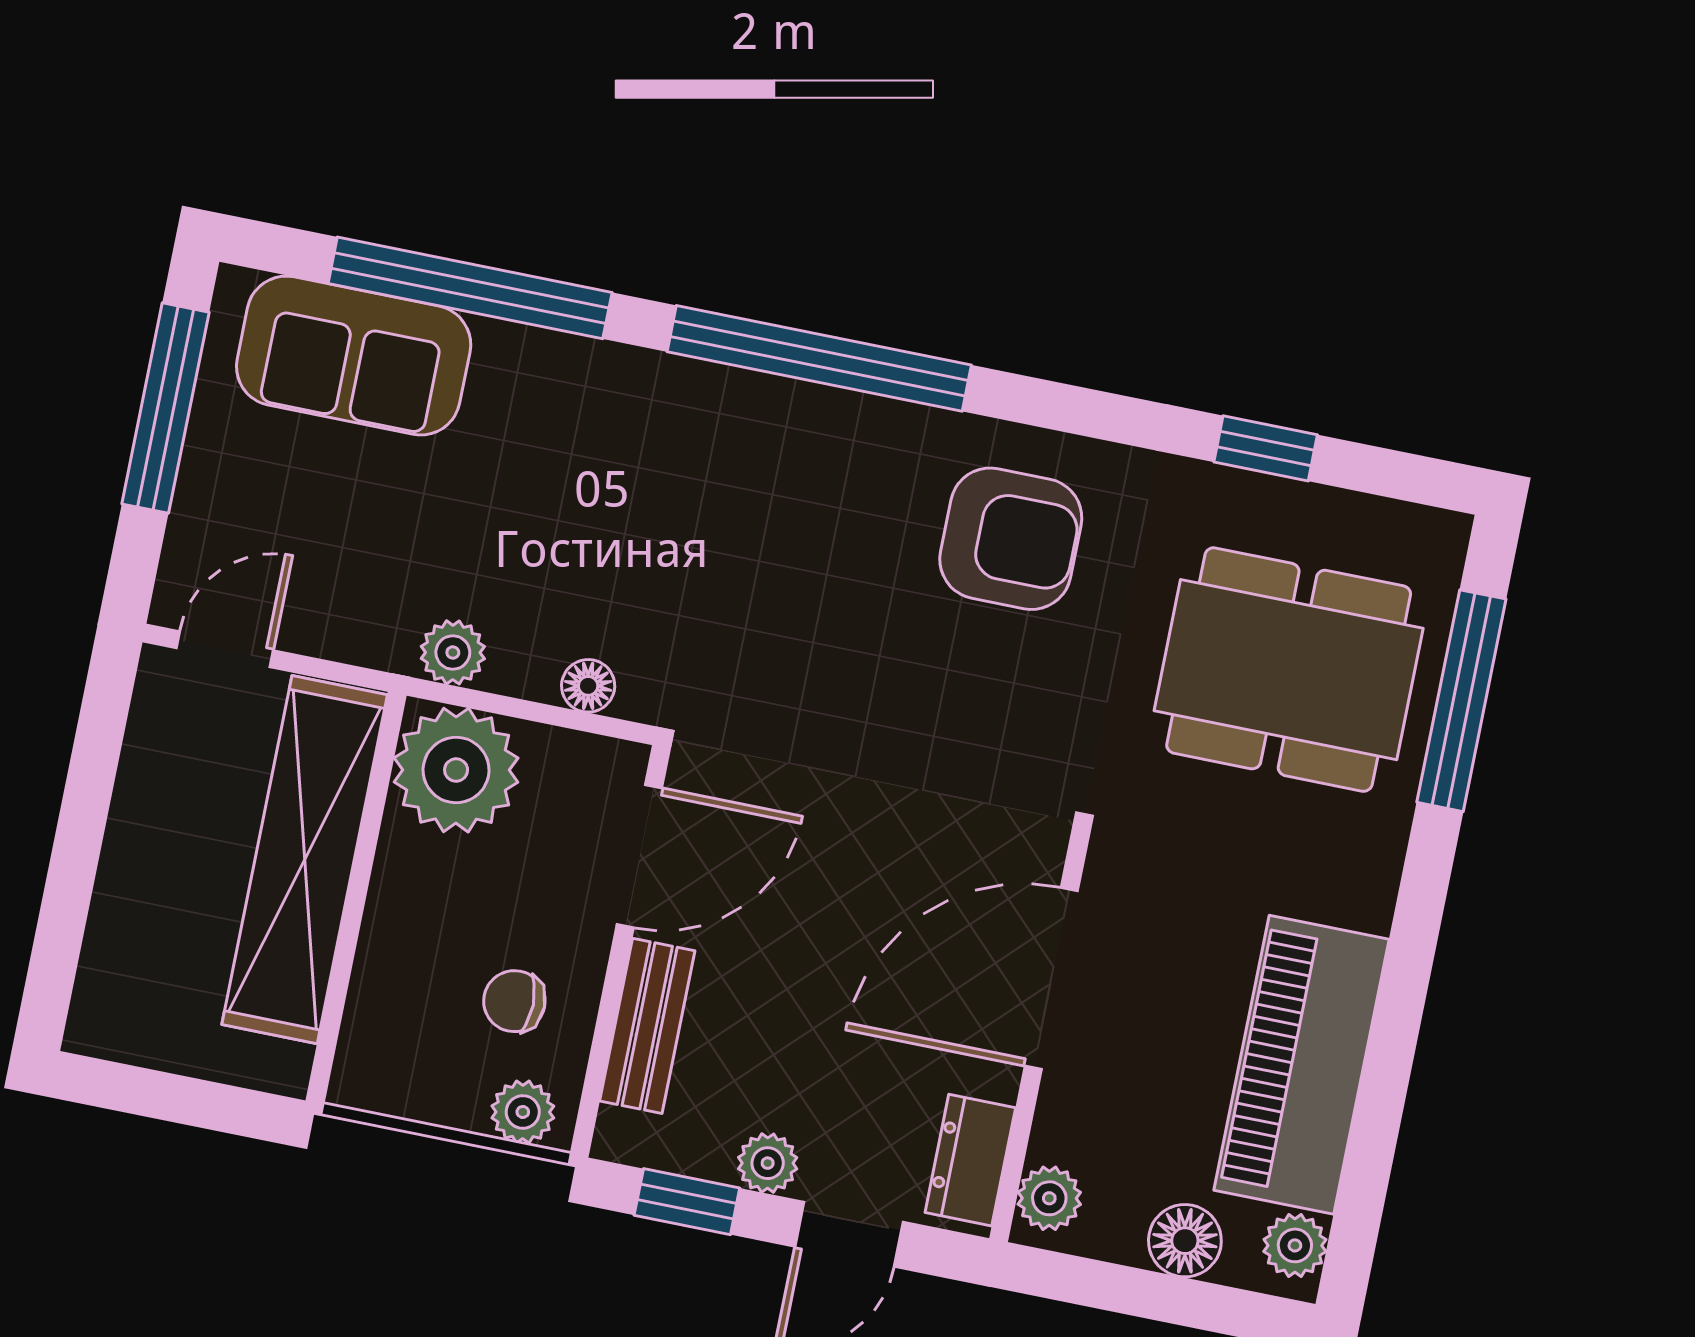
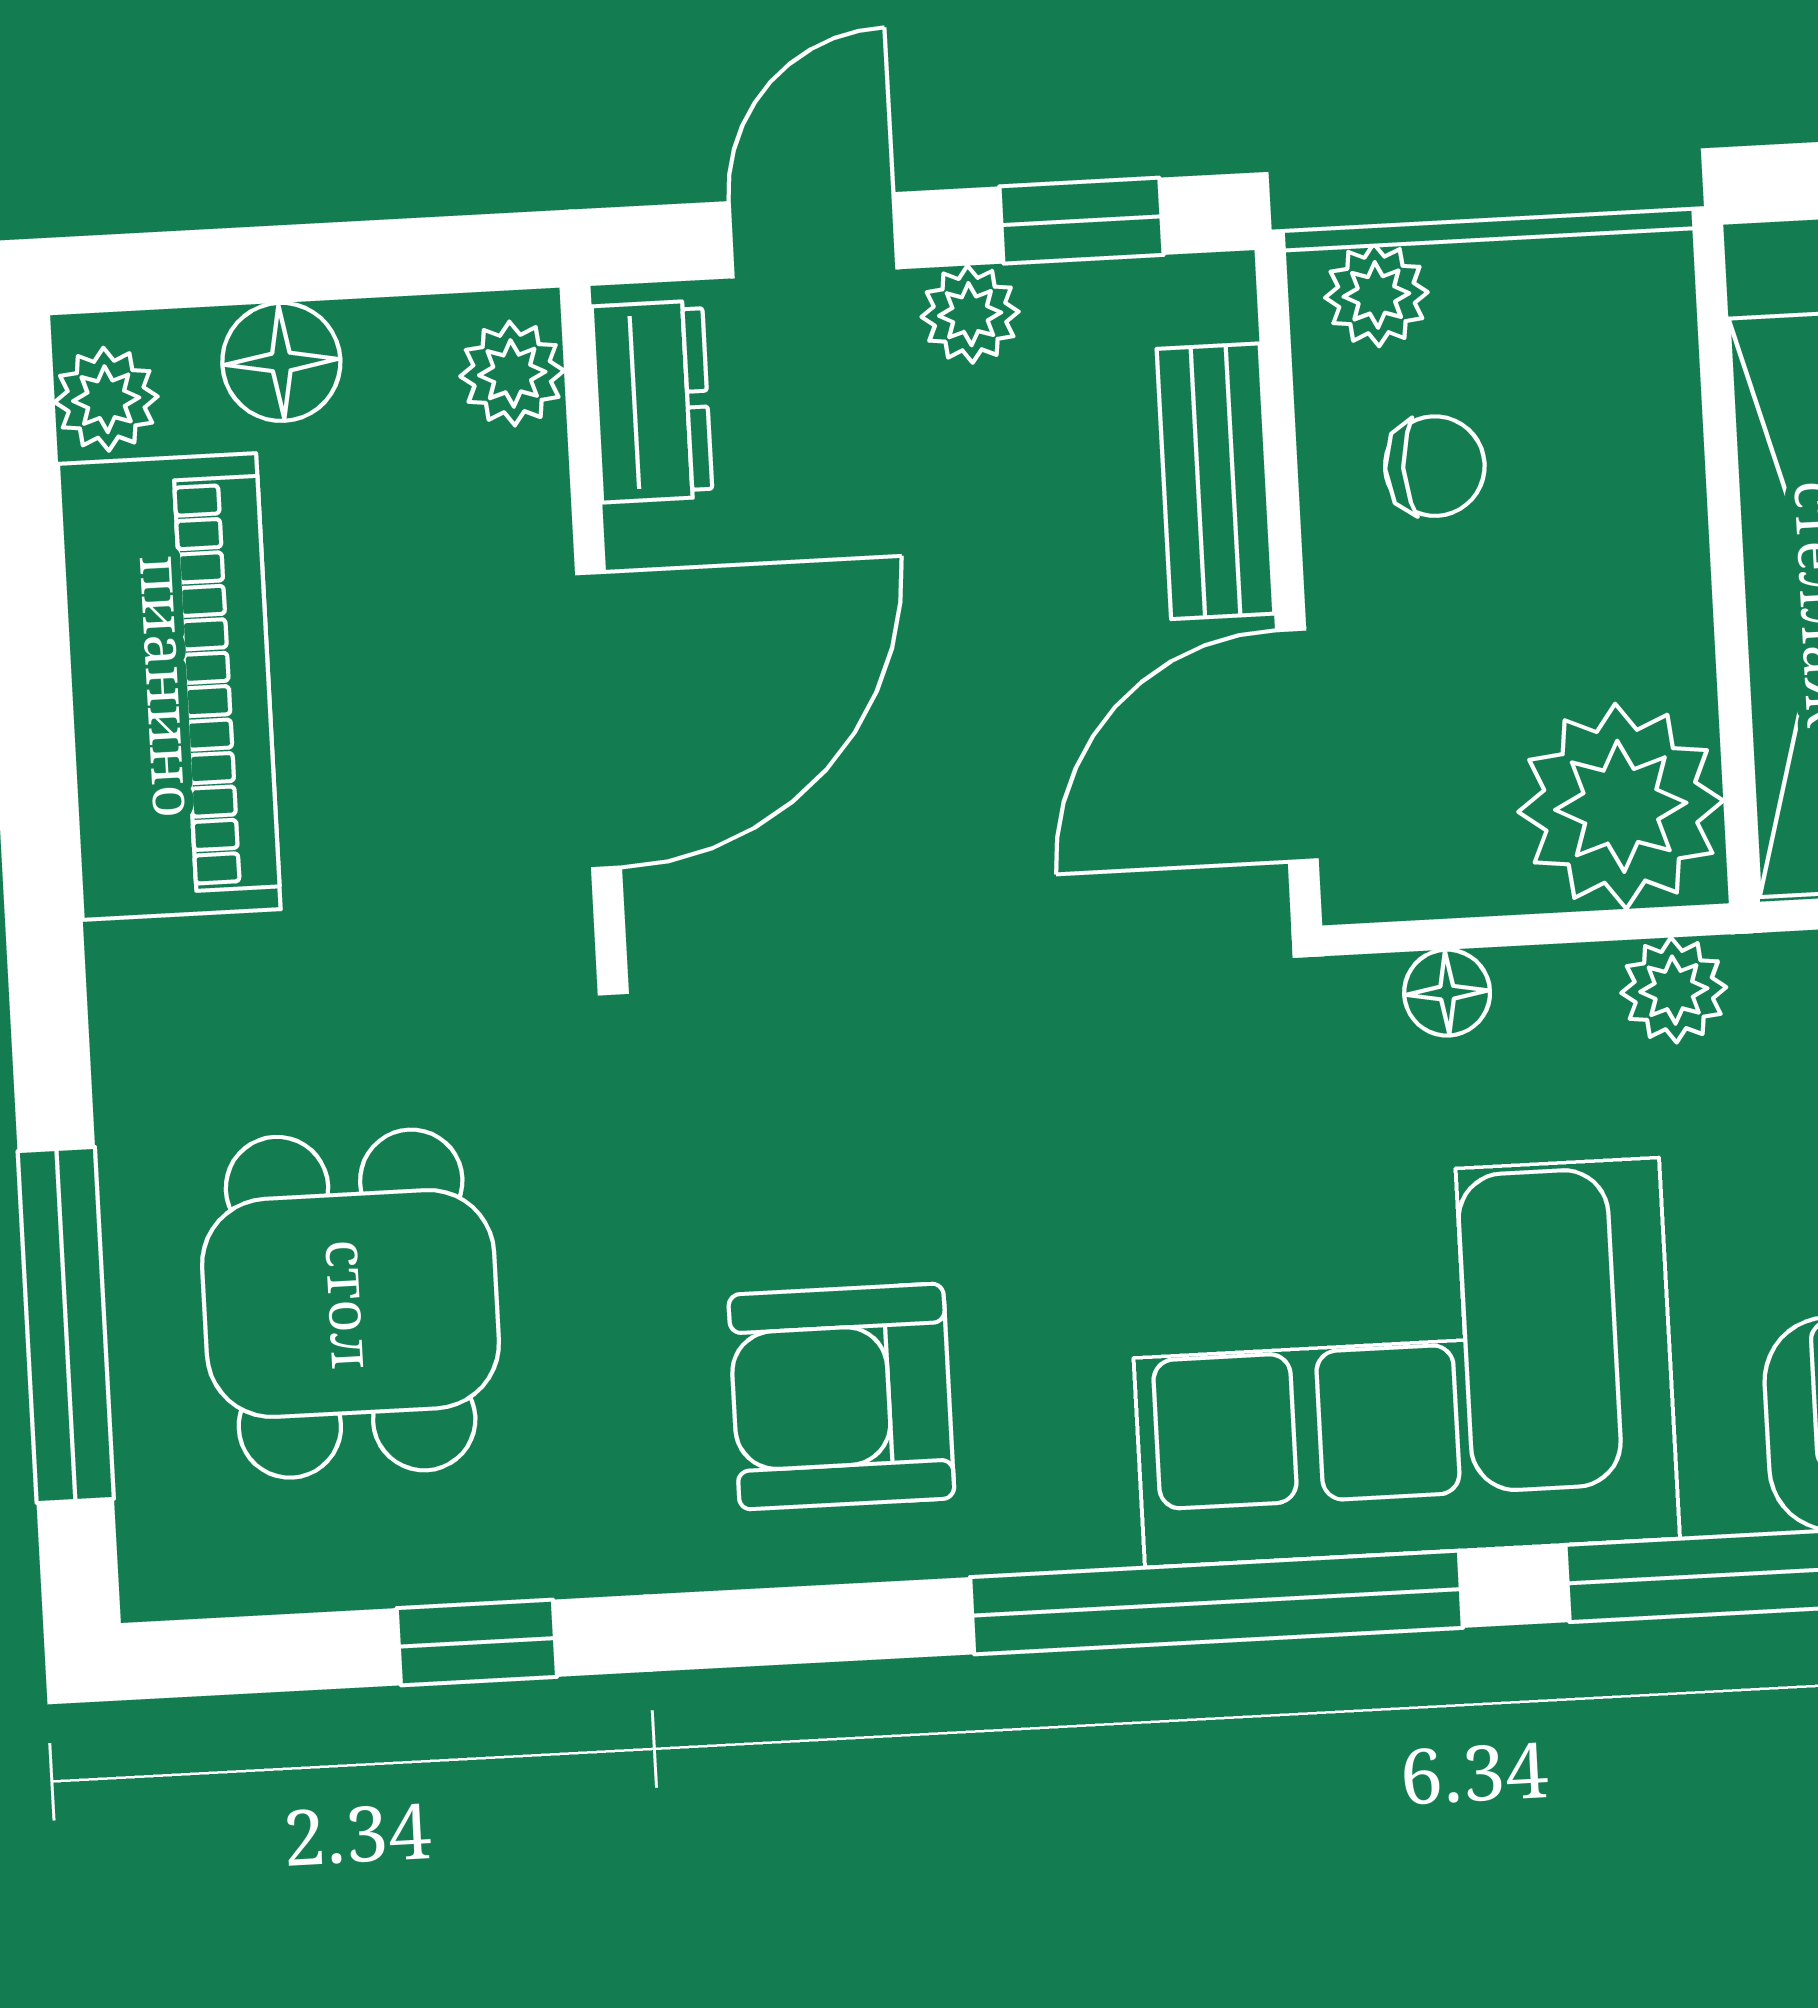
corner sofa: (672, 473) -> (1402, 1362), added
dining table: (1289, 670) -> (351, 1304), width x0.73

